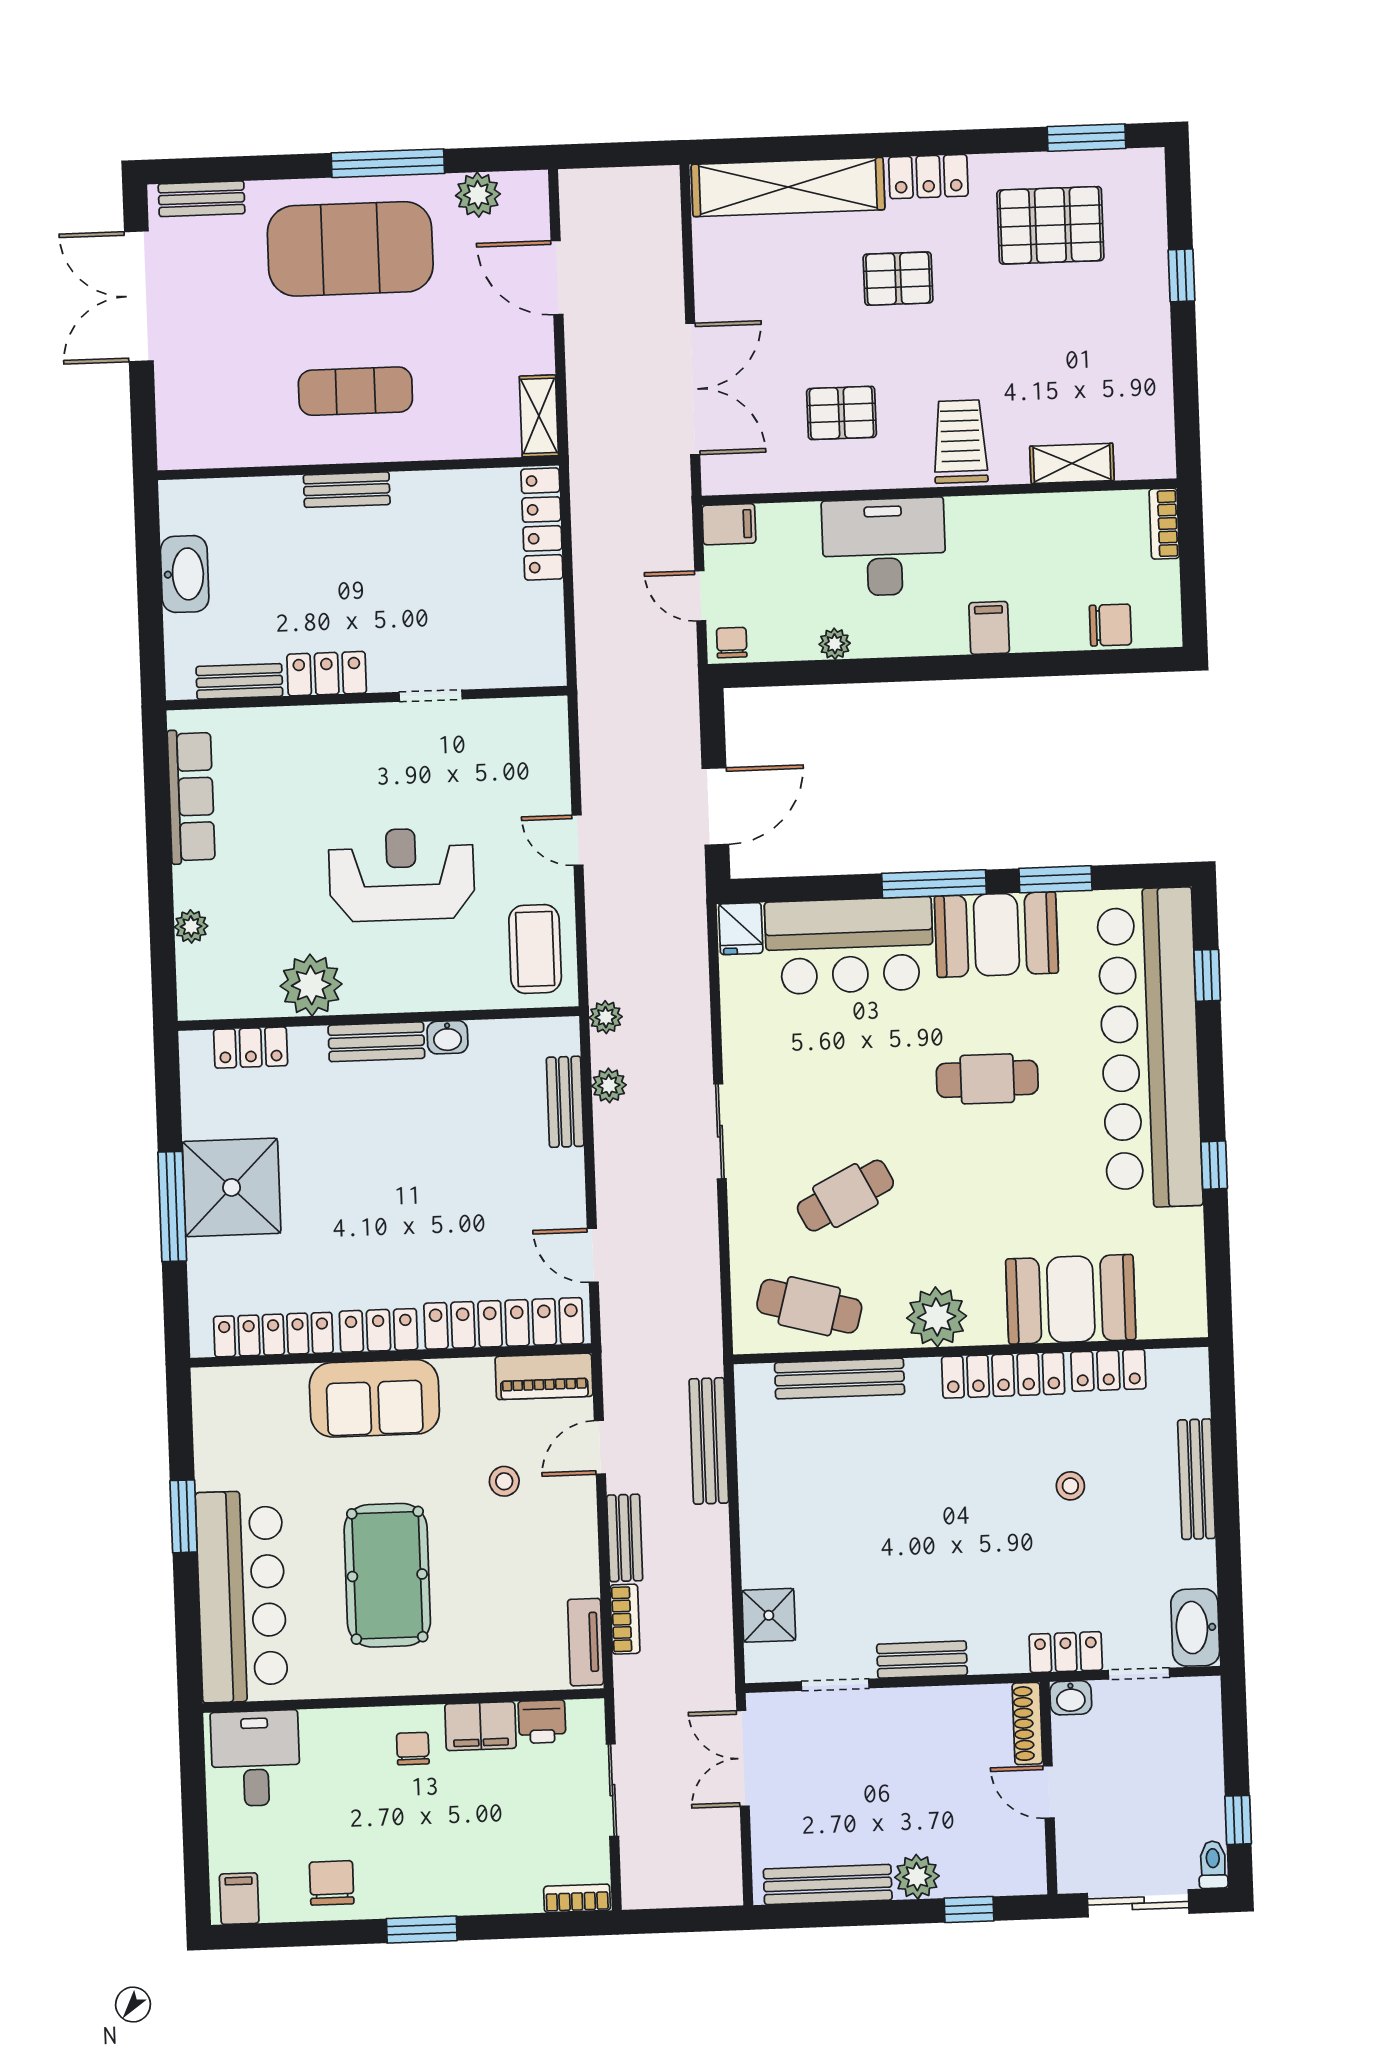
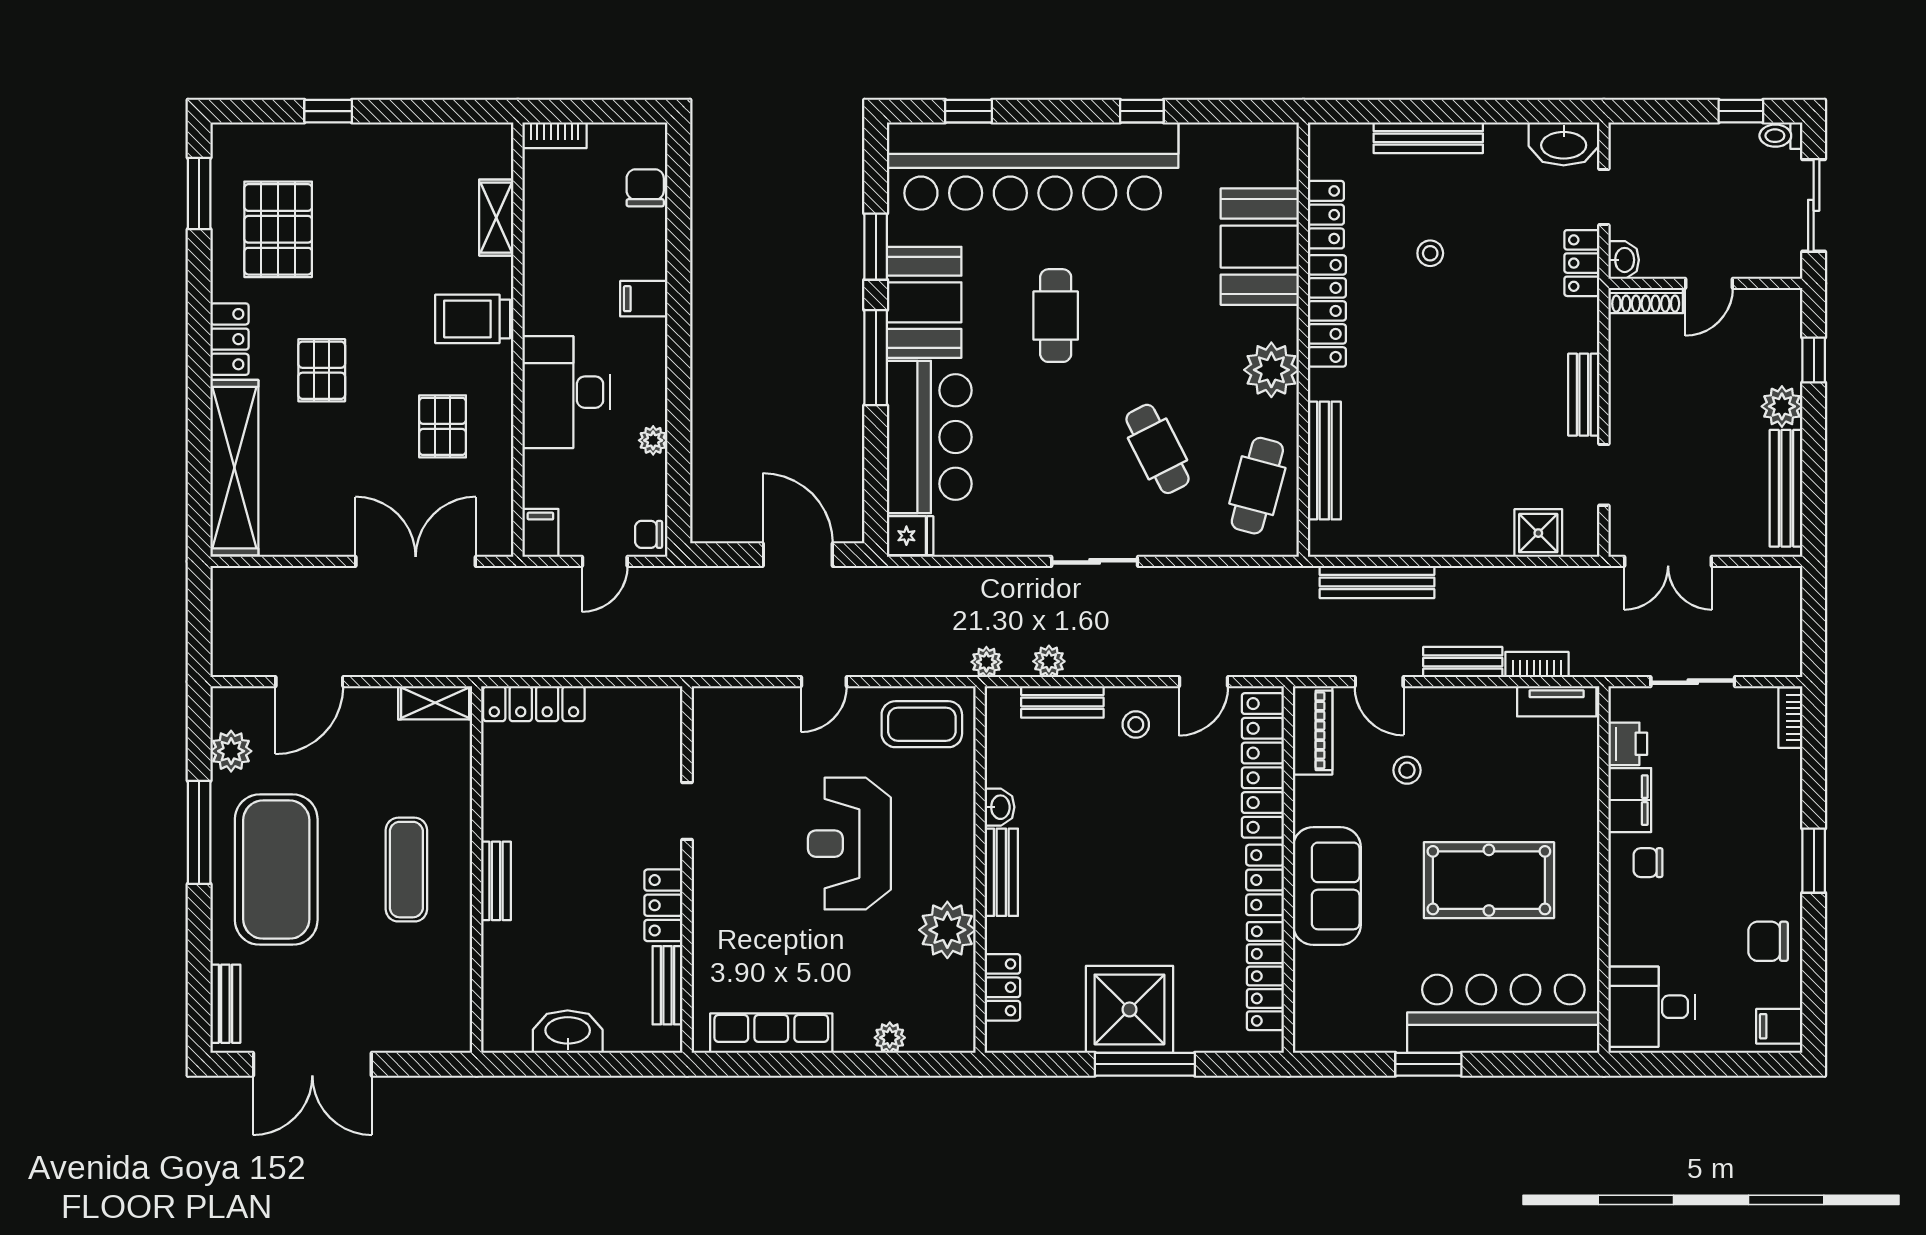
stool: (543, 1183) -> (1136, 724), added

